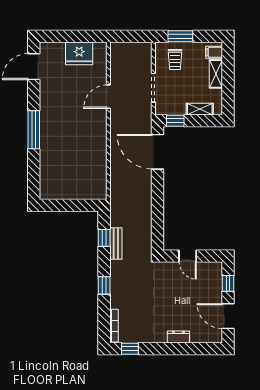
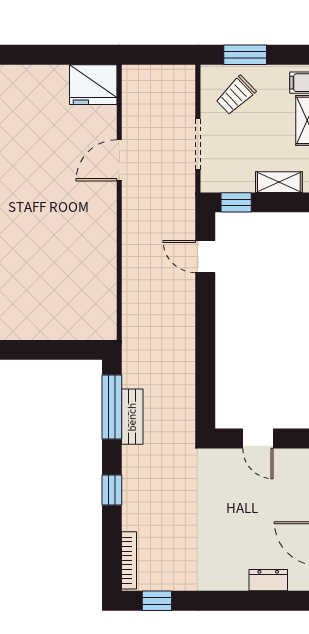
fridge: (79, 53) -> (93, 85), moved
trolley: (175, 59) -> (236, 95), turned 46
door: (158, 152) -> (205, 257), width x0.53
window: (104, 238) -> (112, 407), width x2.17
dresser: (178, 337) -> (268, 580), moved

